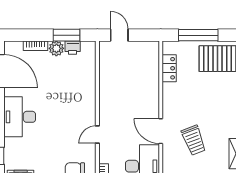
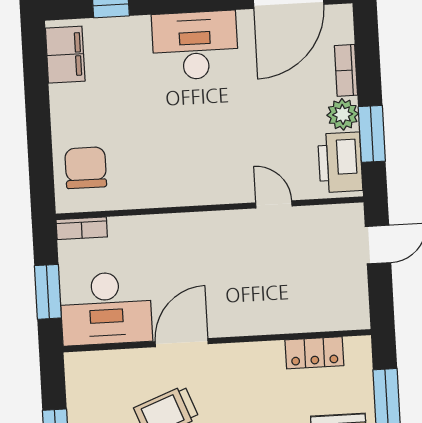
printer: (73, 48) -> (340, 162), width x1.87, depth x1.48
door: (97, 135) -> (274, 204), moved

